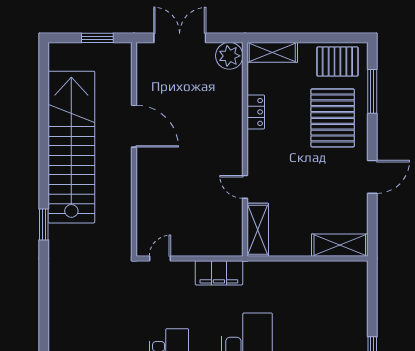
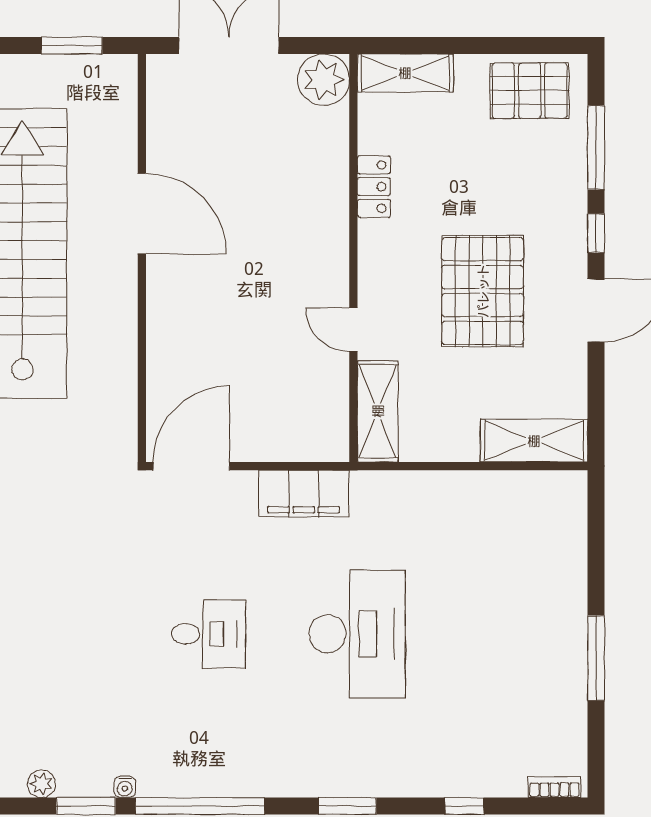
pallet: (333, 118) -> (483, 291), moved
window: (372, 136) -> (596, 233), added
door: (160, 258) -> (191, 466), width x1.87

